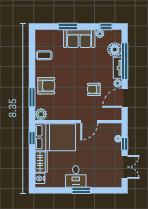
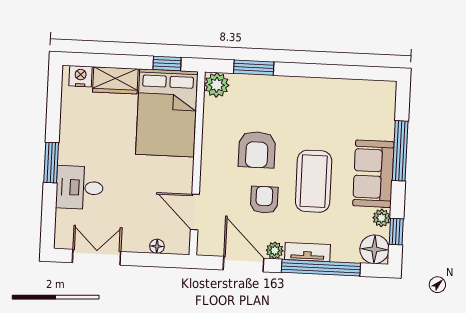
window: (68, 26) -> (400, 151), width x1.44
floor lamp: (115, 50) -> (374, 249), moved
coffee table: (44, 55) -> (314, 181), moved, width x1.86, depth x1.72
armchair: (46, 86) -> (257, 150), moved
door: (89, 122) -> (195, 212), moved
window: (125, 144) -> (145, 259), removed
double door: (125, 167) -> (96, 257), swing flipped
desk: (76, 176) -> (80, 188), moved

